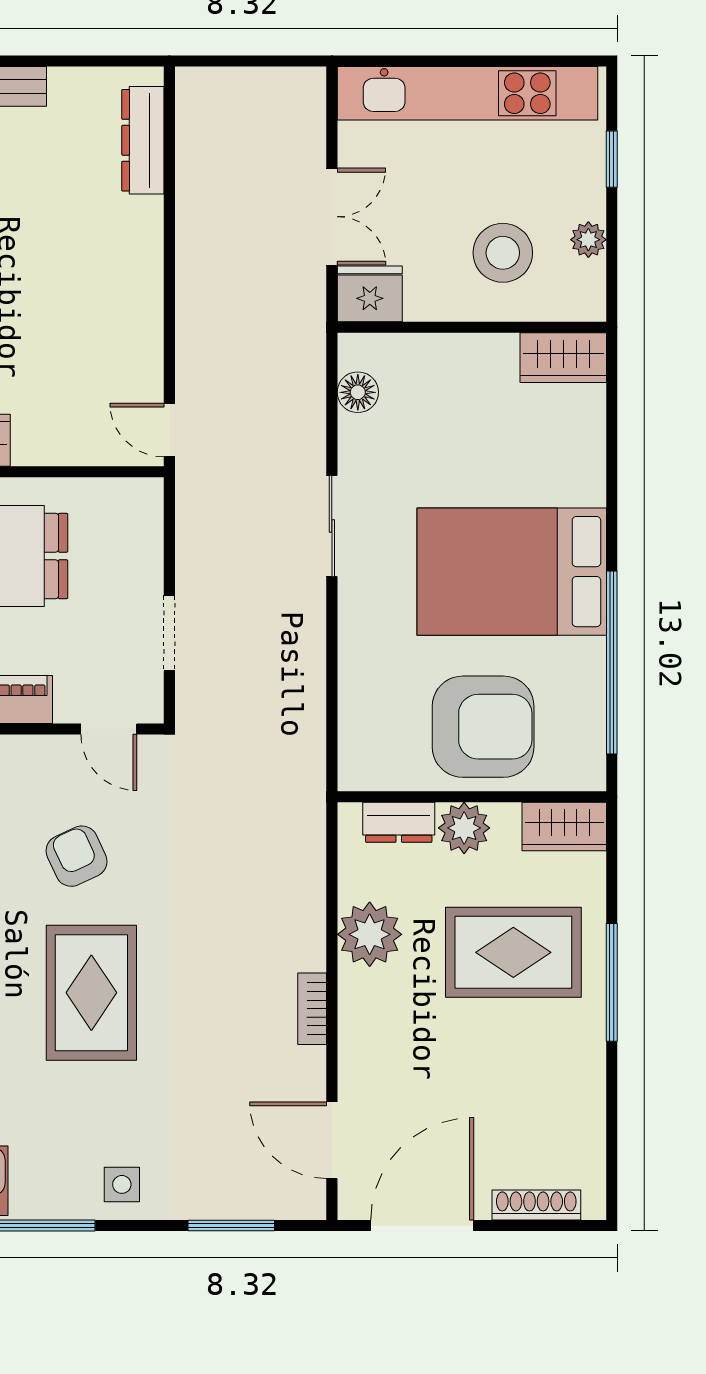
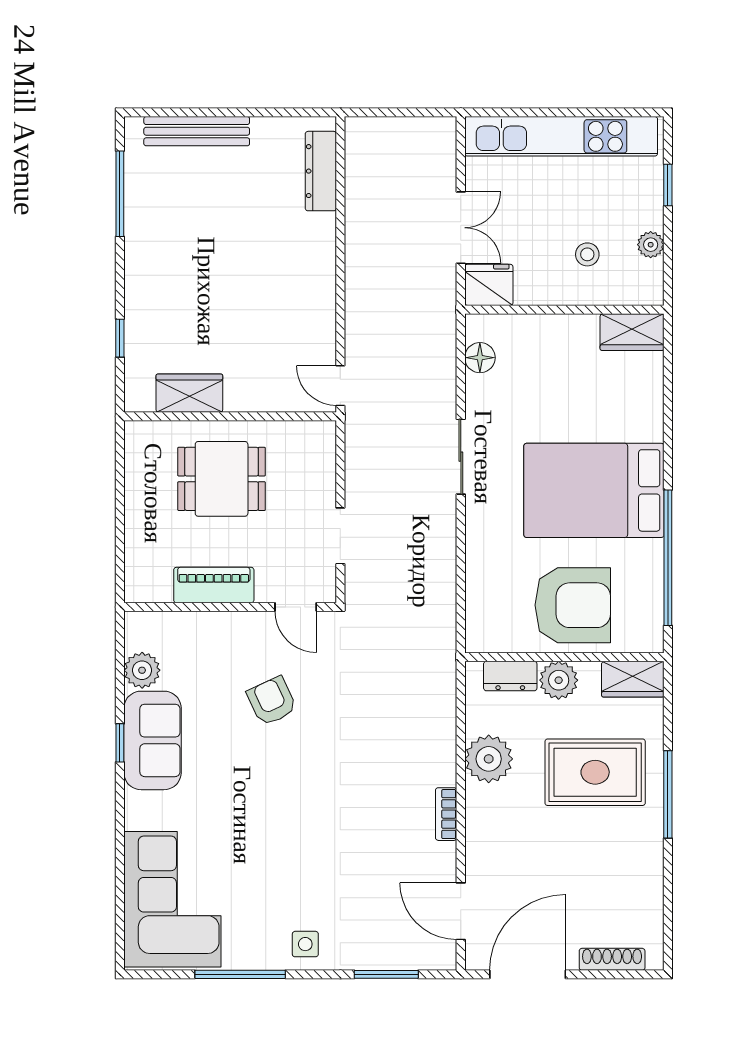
stool: (503, 253) -> (587, 254), width x0.53, depth x0.53
rug: (91, 993) -> (283, 802), removed

